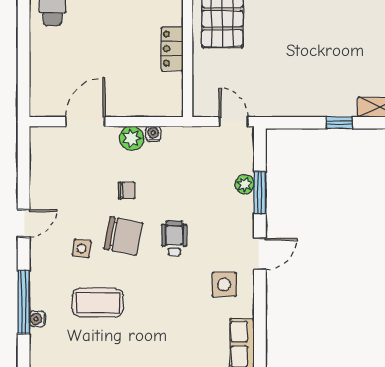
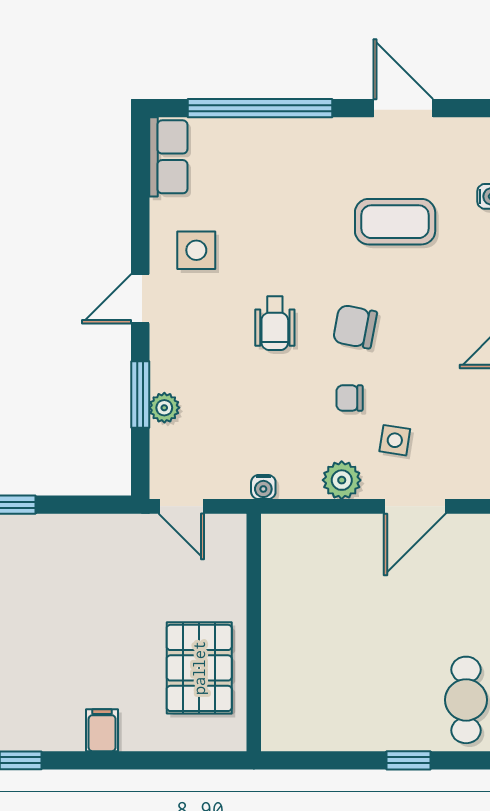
locker: (172, 49) -> (278, 621), removed
water cooler: (153, 134) -> (263, 487), moved
chair: (123, 236) -> (355, 327), width x0.73, depth x0.73
side table: (82, 248) -> (395, 440), moved

